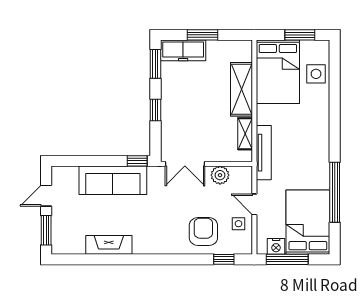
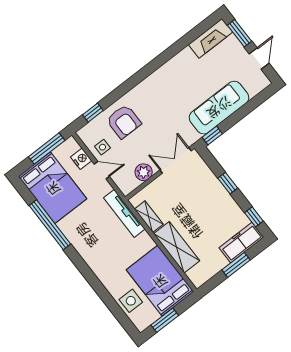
window: (155, 64) -> (254, 217), width x0.67
fireplace: (109, 245) -> (211, 38), moved
nightstand: (276, 246) -> (81, 159), moved, turned 90

